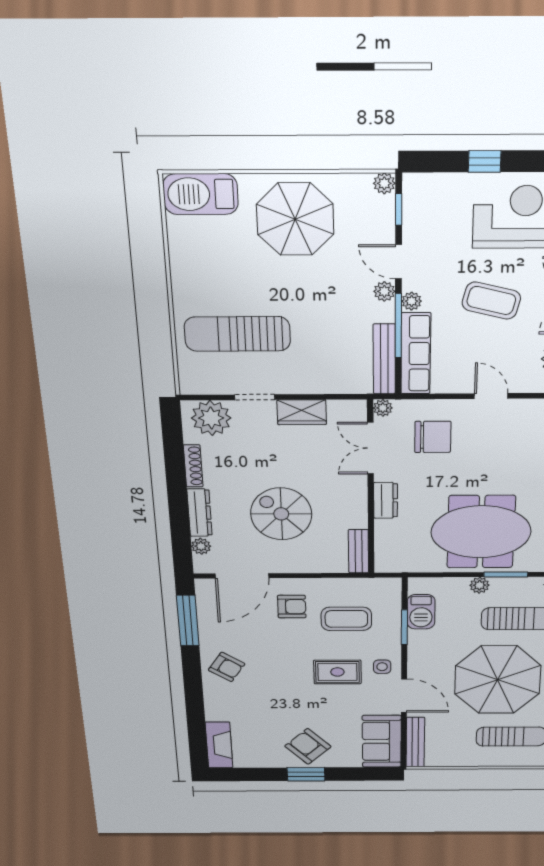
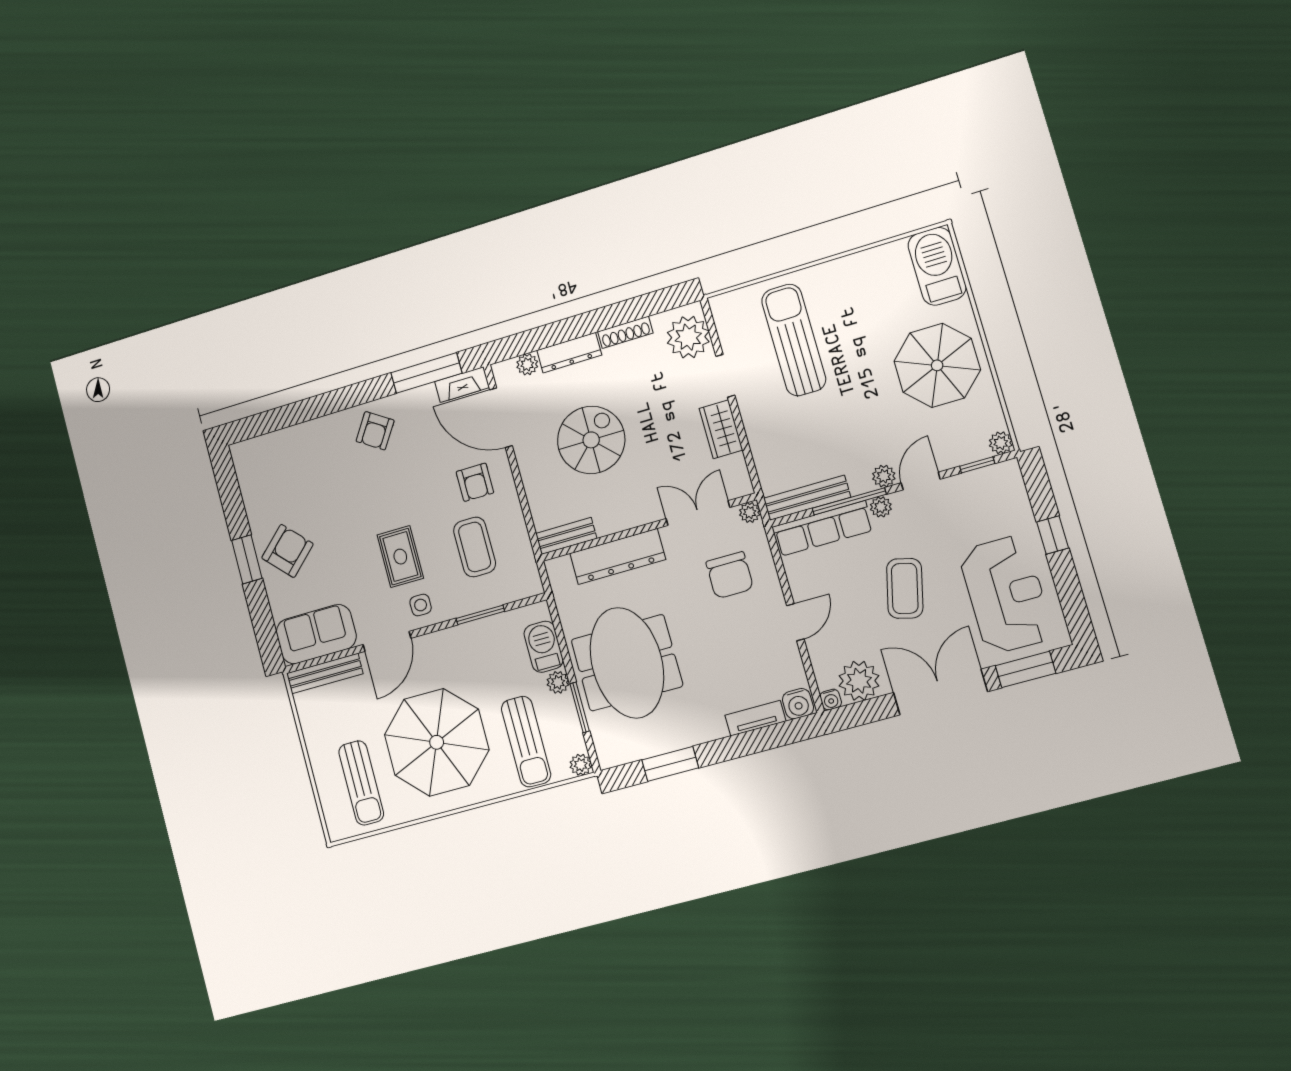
dresser: (386, 500) -> (618, 556), width x1.96, depth x1.24
barbecue: (421, 612) -> (544, 647), moved, turned 90
fireplace: (219, 745) -> (462, 385), moved, width x0.73, depth x0.76

